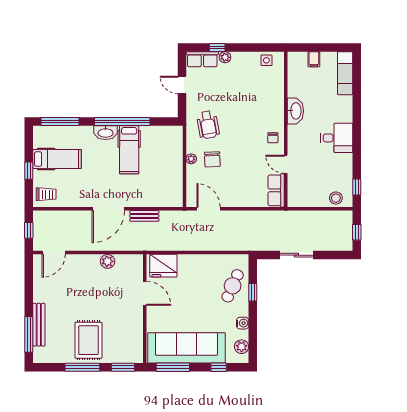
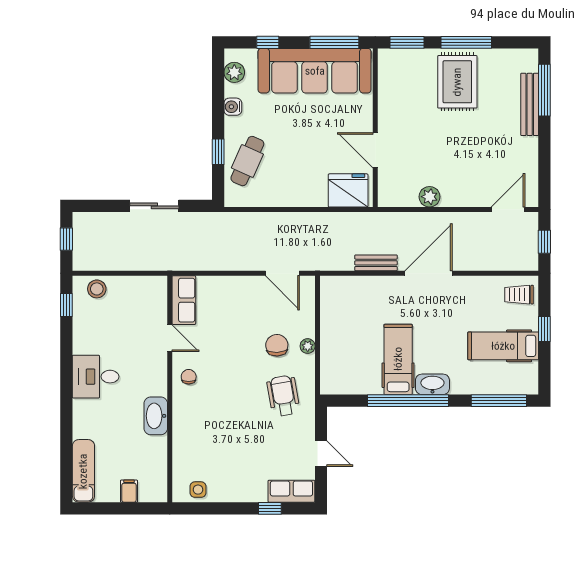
plant: (225, 57) -> (258, 494), removed

